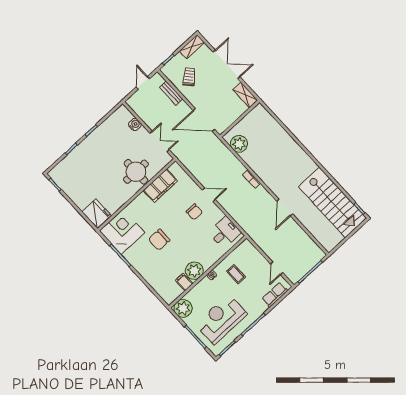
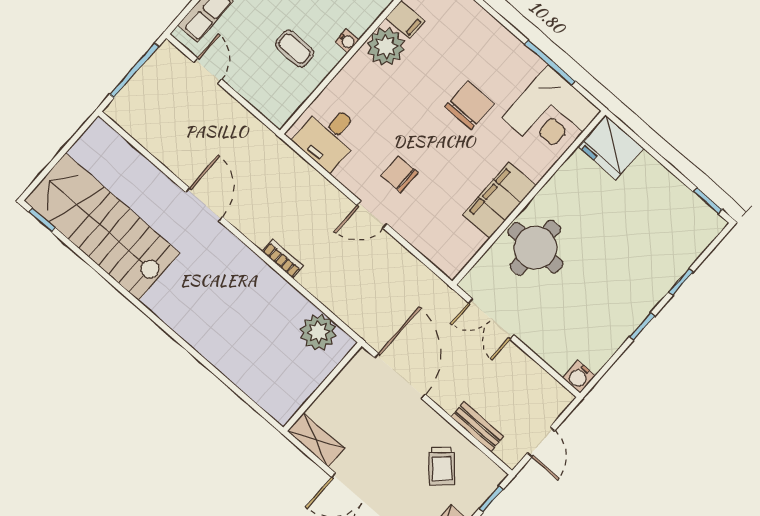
door: (204, 120) -> (400, 376), hinge flipped
water cooler: (135, 124) -> (579, 377), moved
filing cabinet: (160, 186) -> (499, 200), moved

